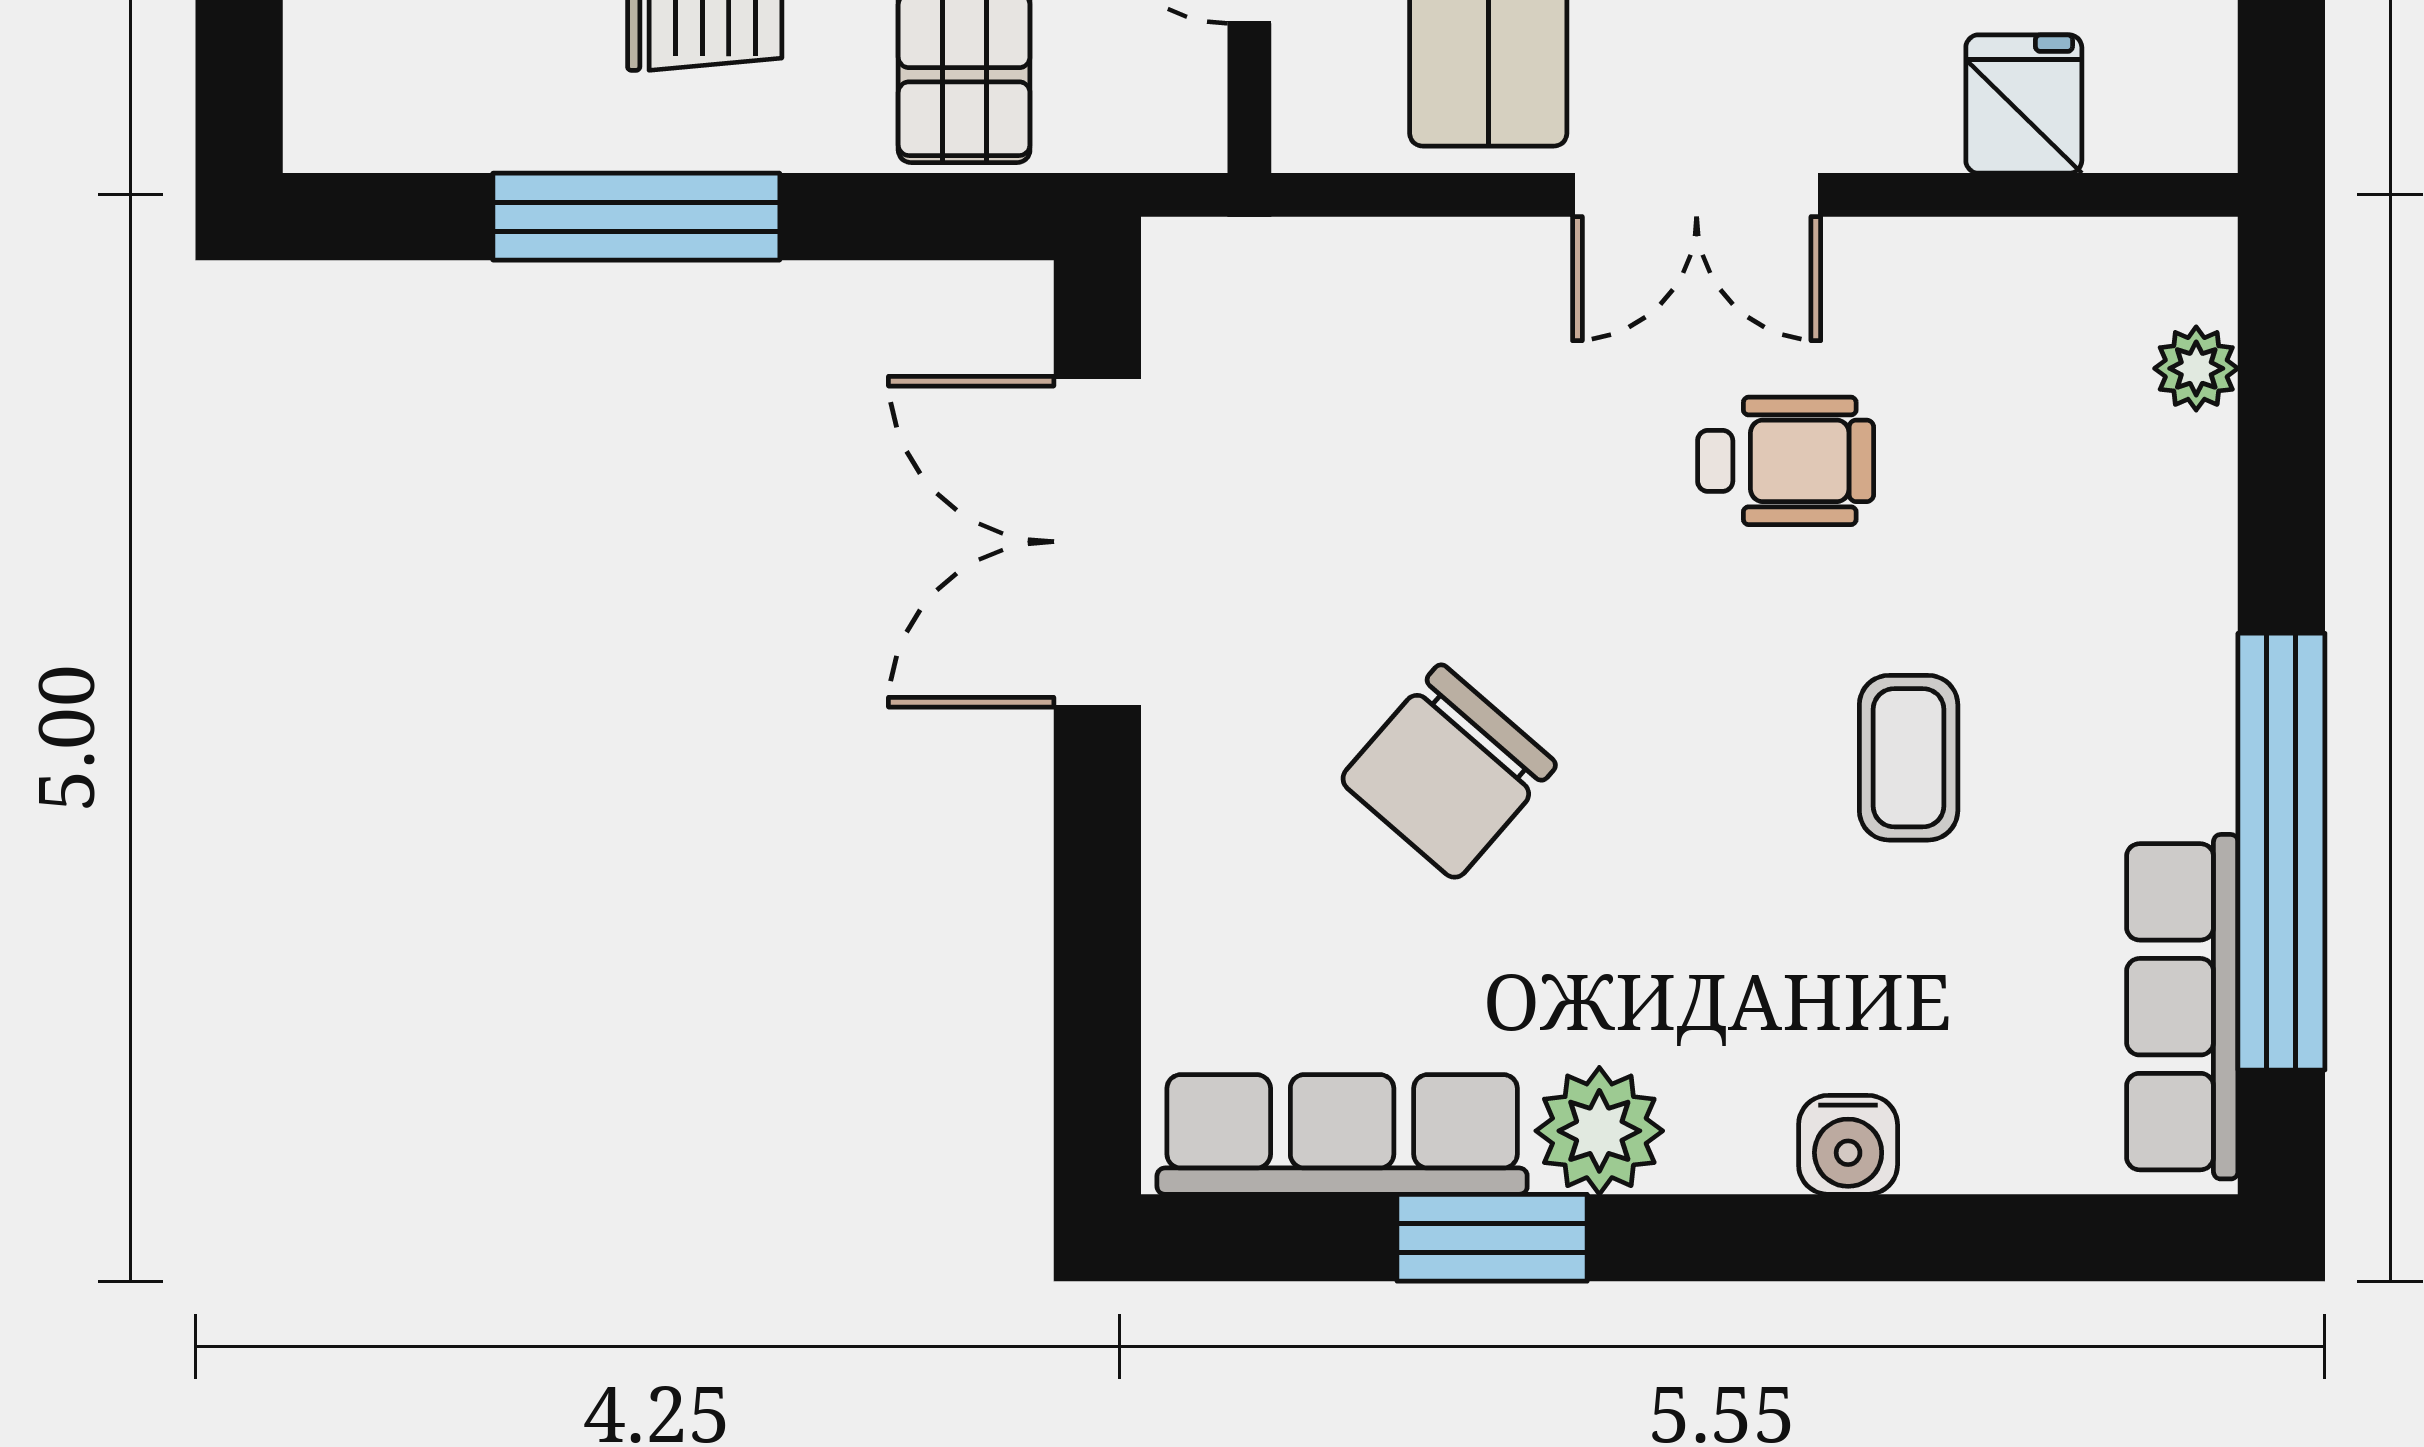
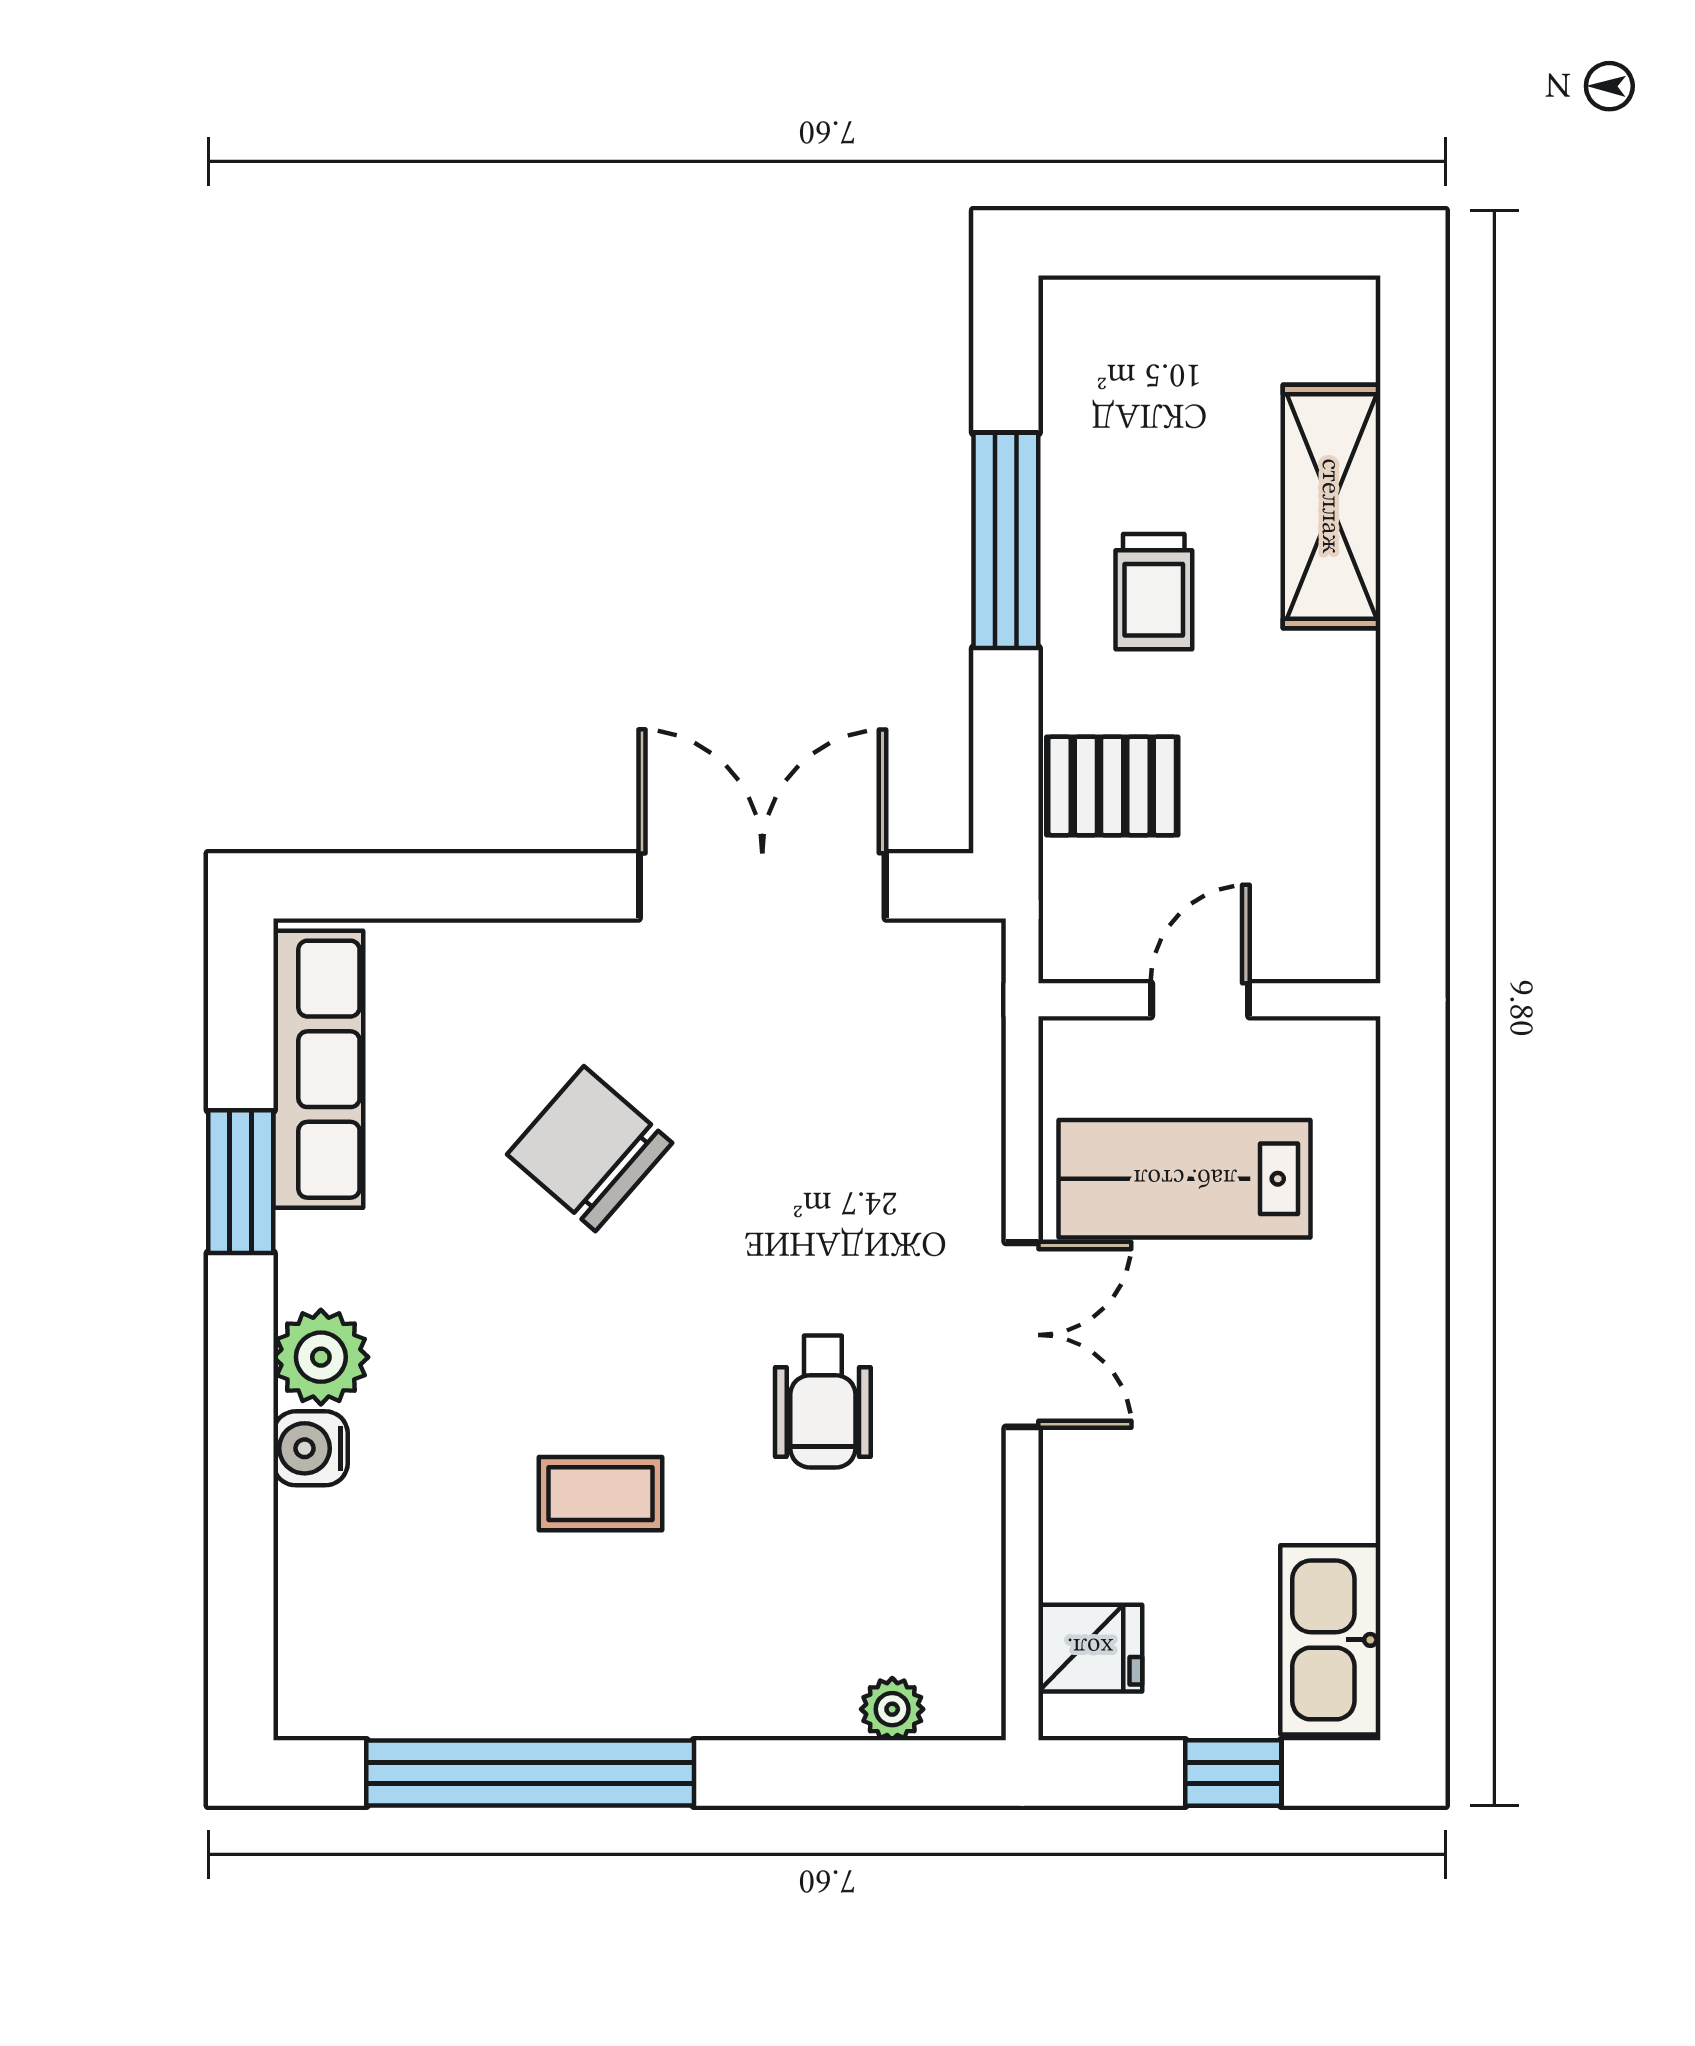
fridge: (2024, 104) -> (1090, 1648), moved
double door: (1697, 195) -> (1022, 1335), swing flipped
row of seats: (2182, 1007) -> (414, 1699), removed
plant: (1599, 1131) -> (321, 1357), moved

